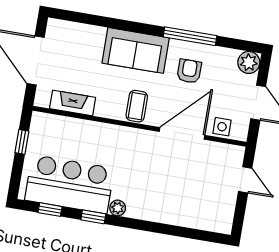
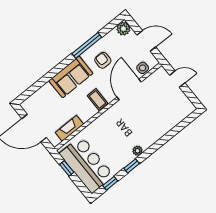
bar counter: (70, 184) -> (86, 165), moved, turned 90

